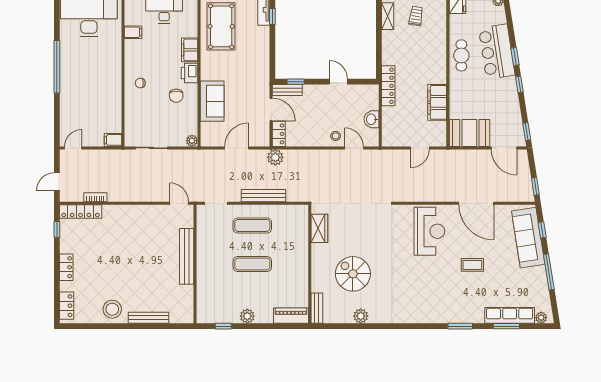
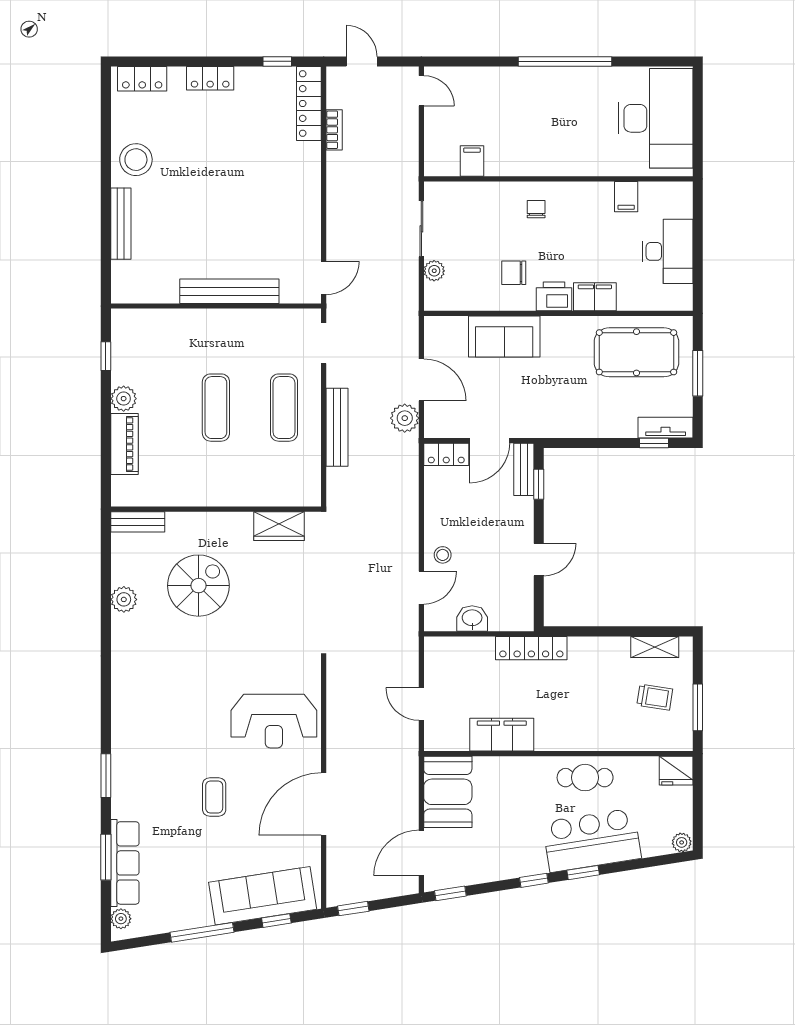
filing cabinet: (113, 140) -> (472, 161), moved
plant: (192, 141) -> (434, 271), moved
plant: (275, 157) -> (405, 418), moved
piano: (291, 316) -> (124, 444), moved

